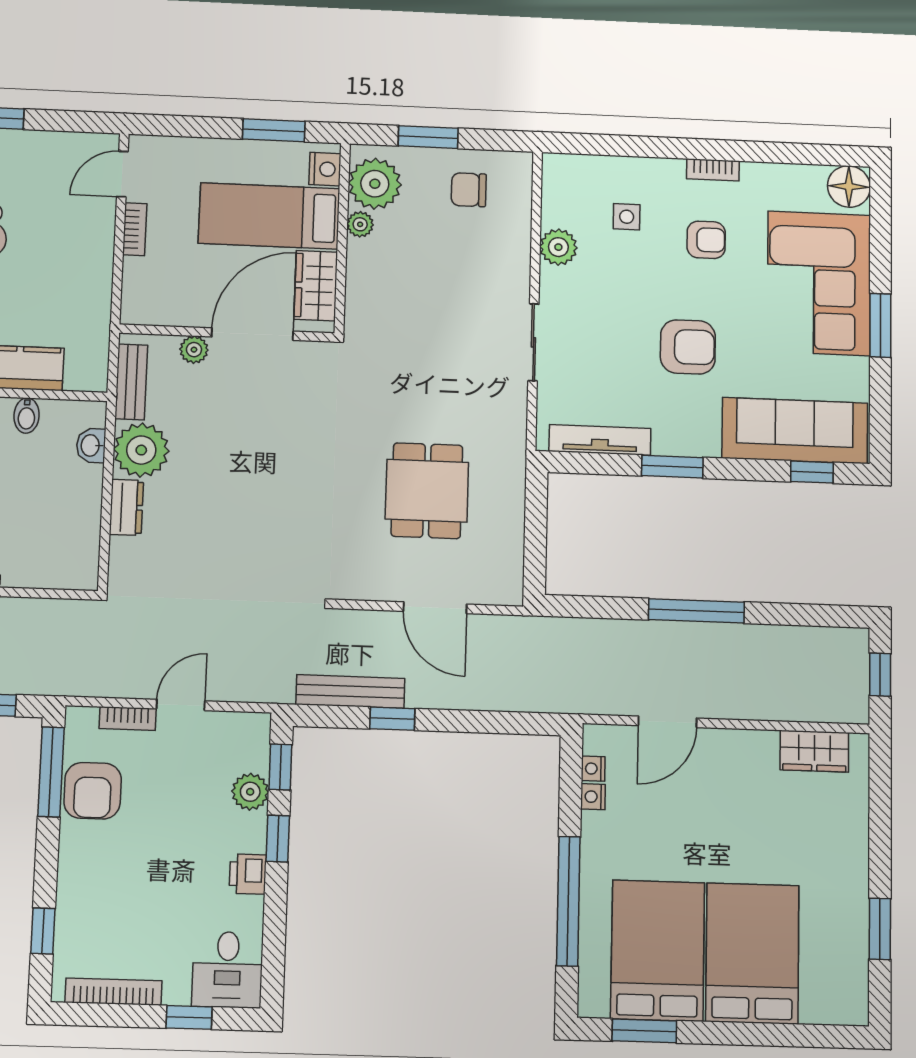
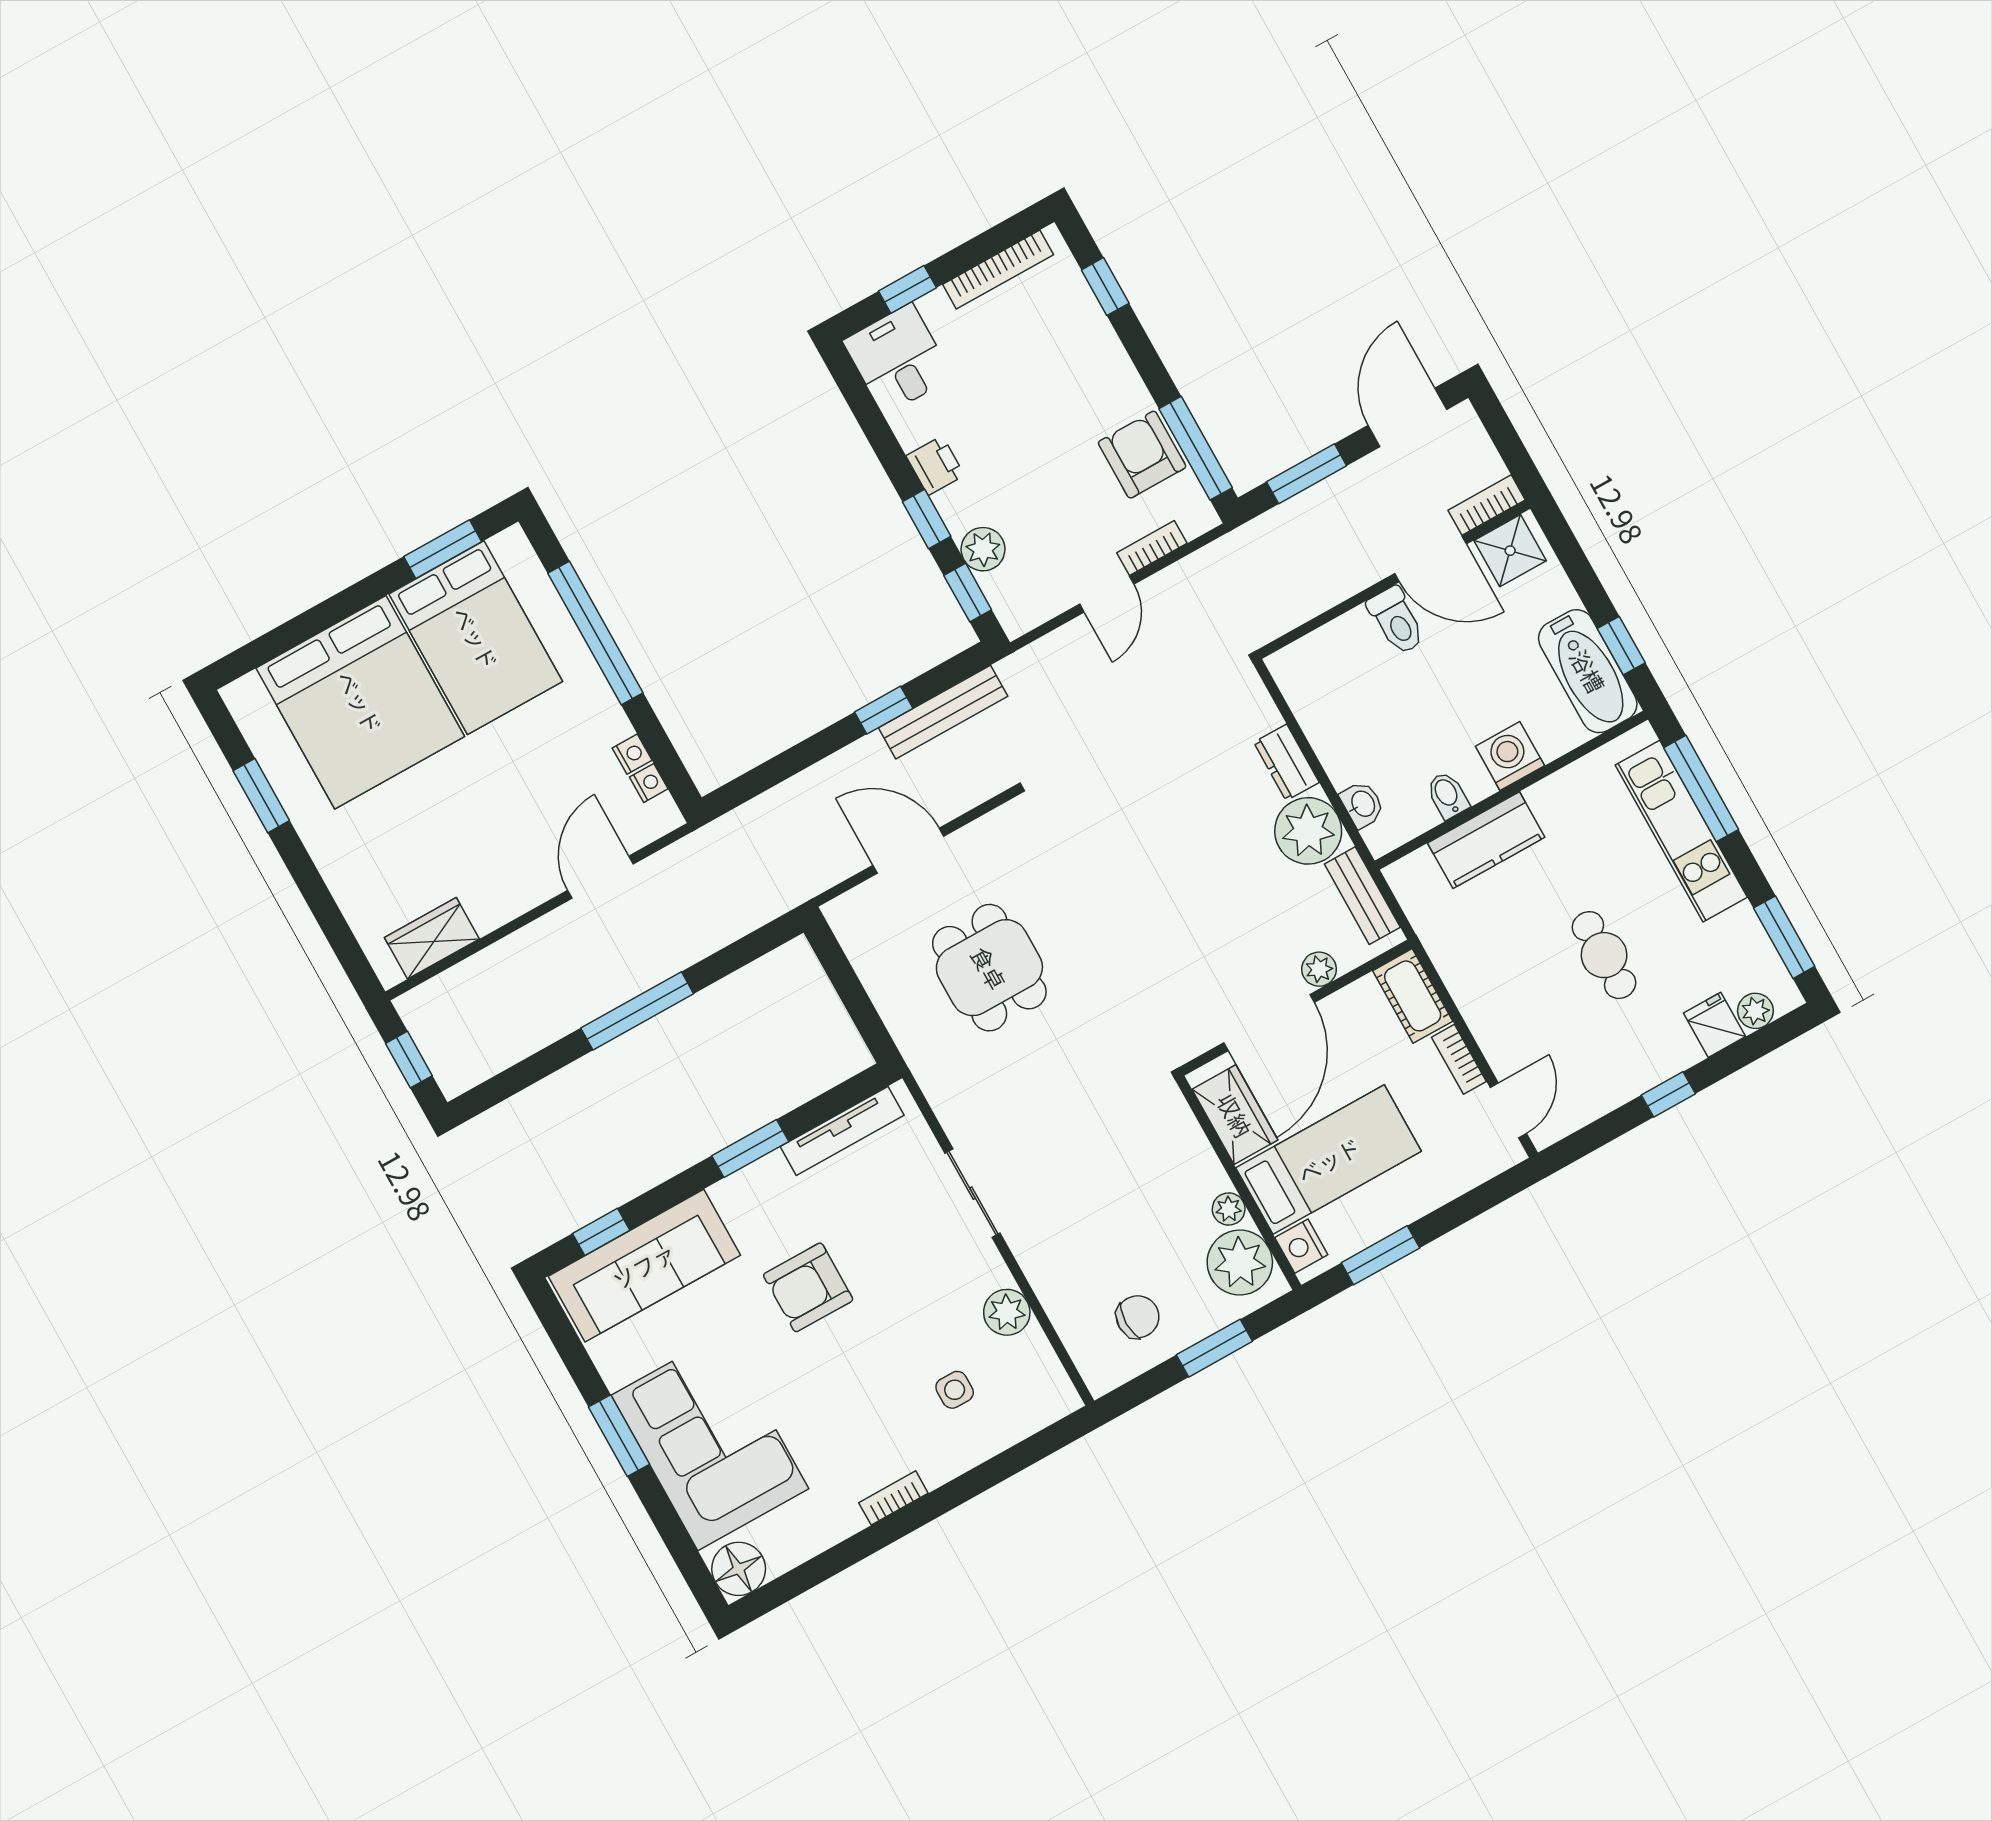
armchair: (706, 240) -> (856, 1416), removed
cot: (140, 292) -> (1413, 996), added
bed: (752, 953) -> (360, 702), width x1.36

